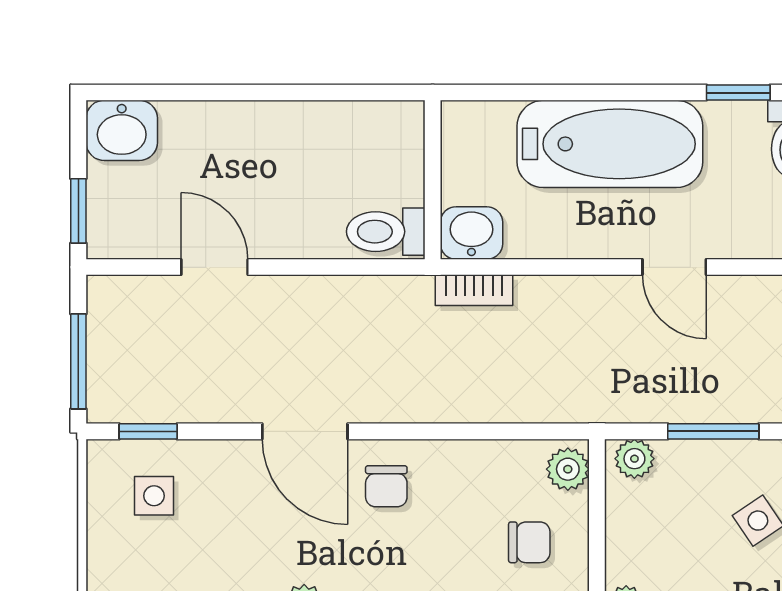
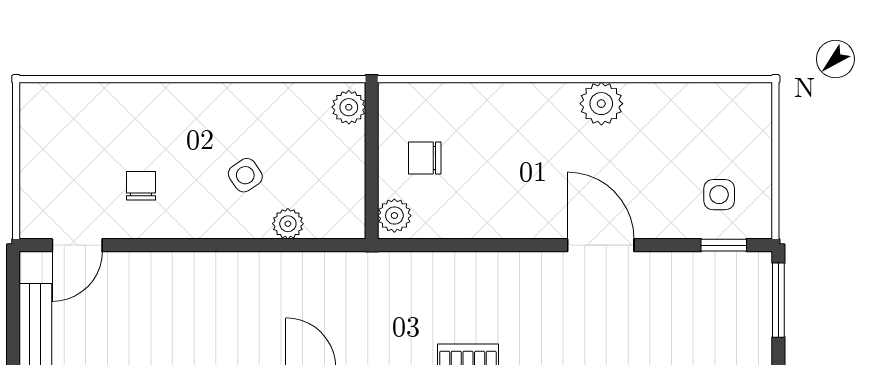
window: (713, 431) -> (280, 245), removed
plant: (634, 459) -> (288, 224), moved
chair: (386, 486) -> (537, 202), removed

